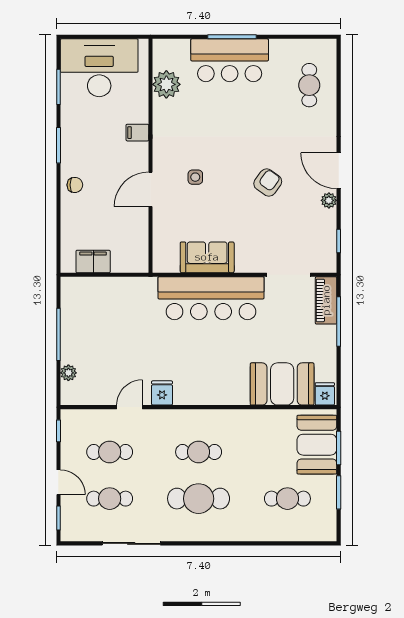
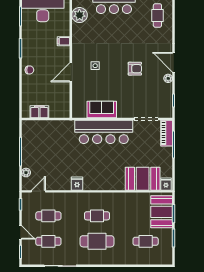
armchair: (268, 183) -> (135, 69), turned 54
door: (130, 407) -> (38, 191), moved

